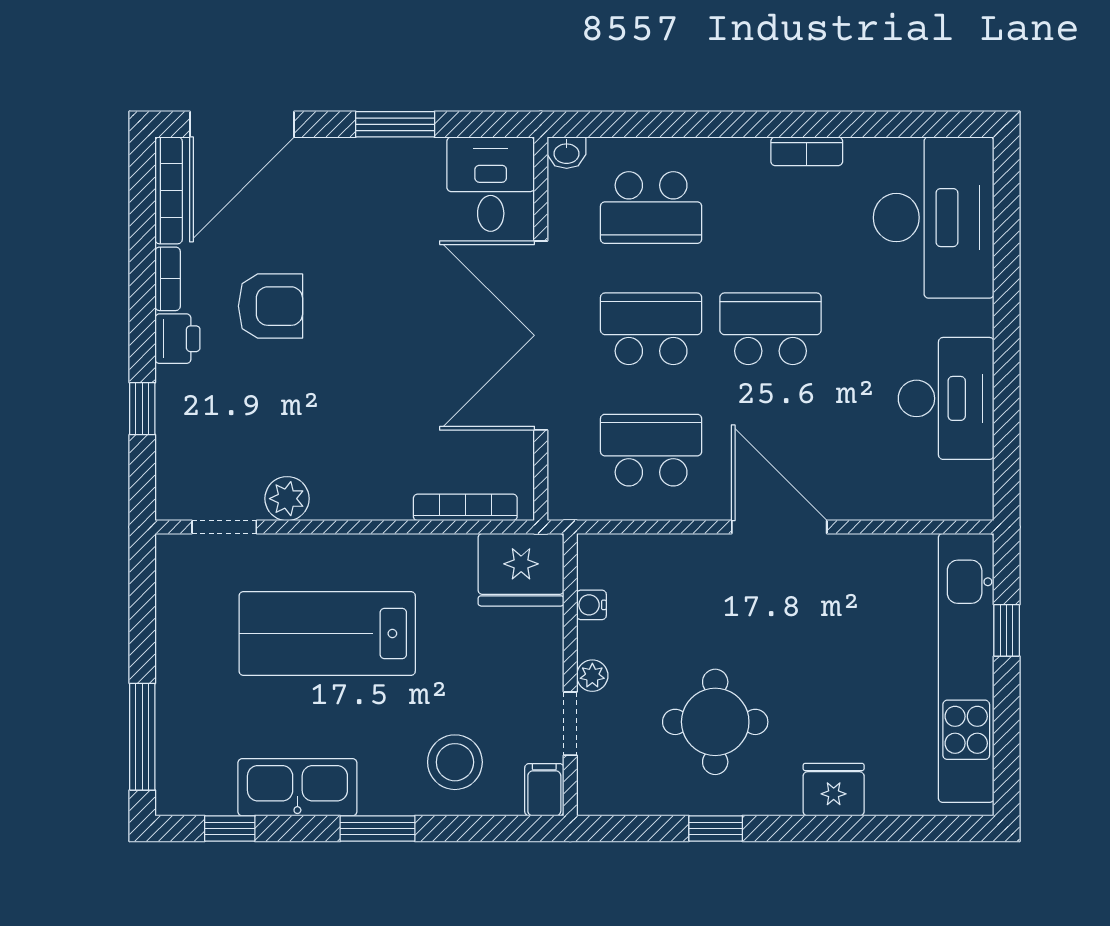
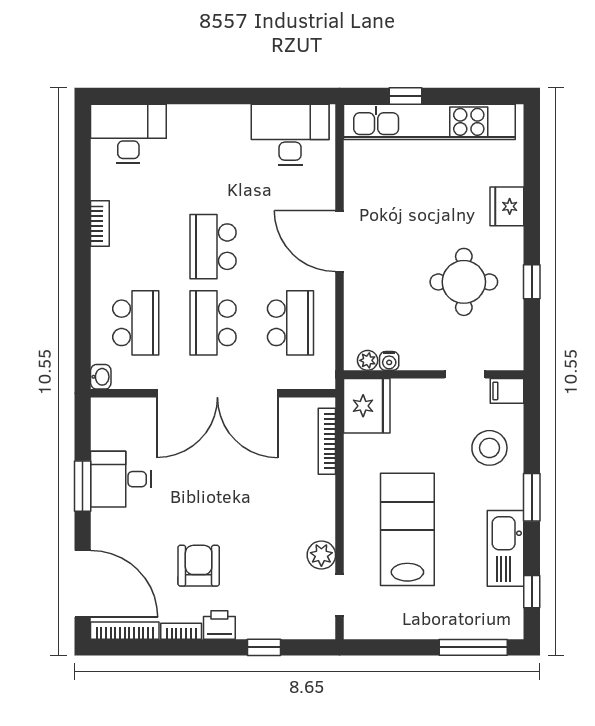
desk: (491, 184) -> (121, 479), moved
desk: (934, 218) -> (128, 134), width x0.73, depth x0.77
desk: (946, 398) -> (290, 135), moved
school desk: (651, 450) -> (290, 323), turned 180
door: (779, 527) -> (339, 241), hinge flipped
lab bench: (327, 634) -> (407, 529), turned 180
plant: (592, 676) -> (368, 360), moved

